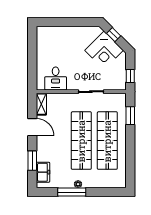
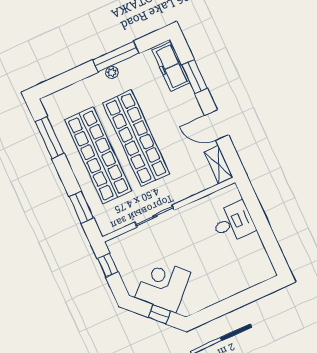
desk: (56, 78) -> (233, 222), moved, turned 90
window: (130, 163) -> (50, 138), added
freezer: (43, 172) -> (171, 67), width x1.40

